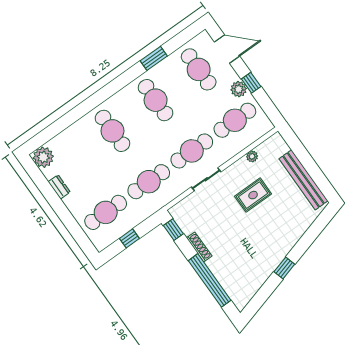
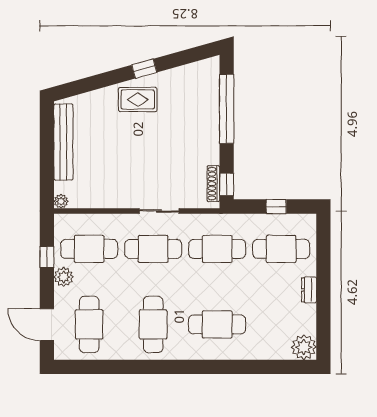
window: (154, 58) -> (125, 367), removed
window: (251, 83) -> (47, 257), moved
cafe table: (112, 131) -> (217, 324), turned 90
plant: (252, 156) -> (61, 201), moved
dresser: (59, 187) -> (309, 290), moved
rug: (253, 195) -> (138, 99), moved
shoe rack: (199, 247) -> (213, 184), moved

